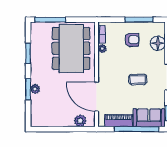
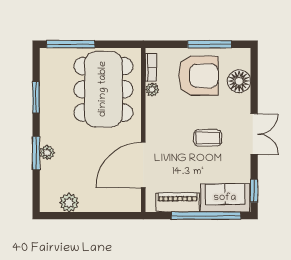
armchair: (132, 40) -> (198, 76), width x1.88, depth x1.88
door: (97, 97) -> (143, 165), hinge flipped
plant: (80, 121) -> (69, 203), moved

